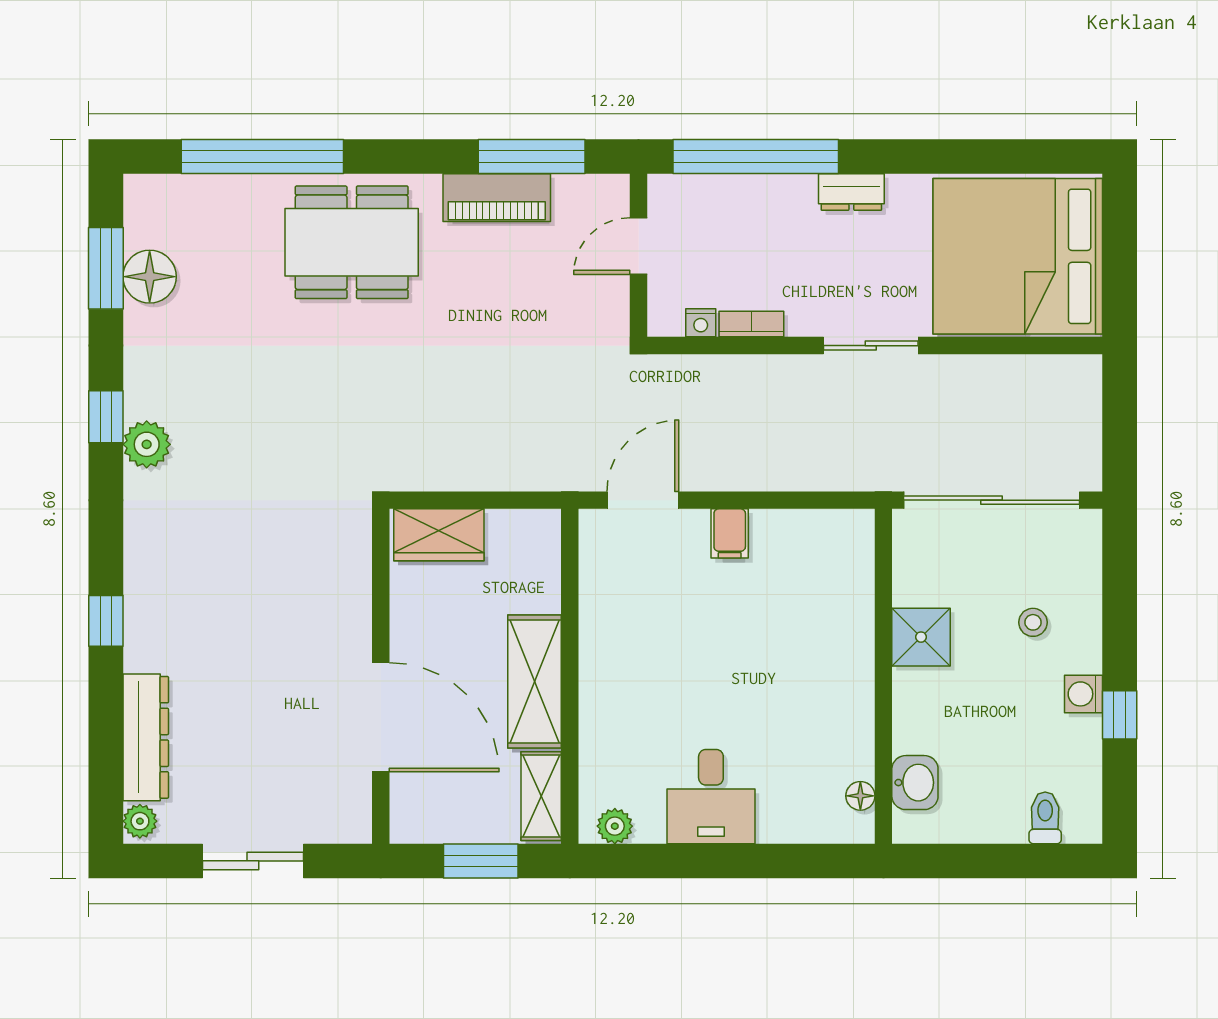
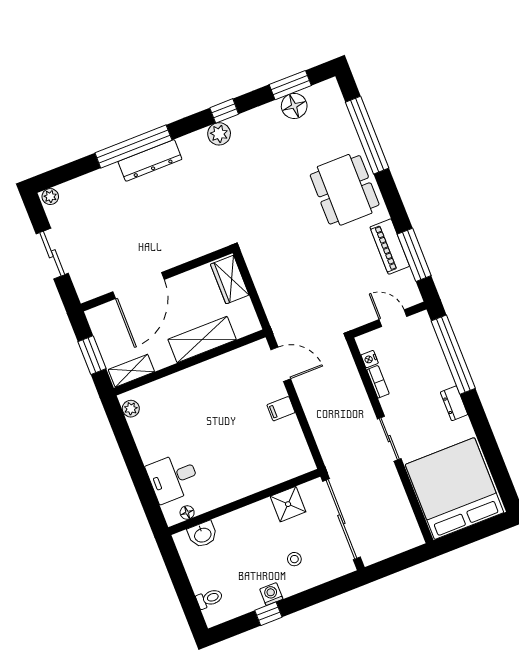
window: (106, 621) -> (133, 146), width x3.17
shower: (921, 637) -> (288, 504), moved
shelving: (535, 682) -> (202, 340), moved
dresser: (146, 737) -> (150, 160), moved
desk: (711, 797) -> (173, 478), moved

